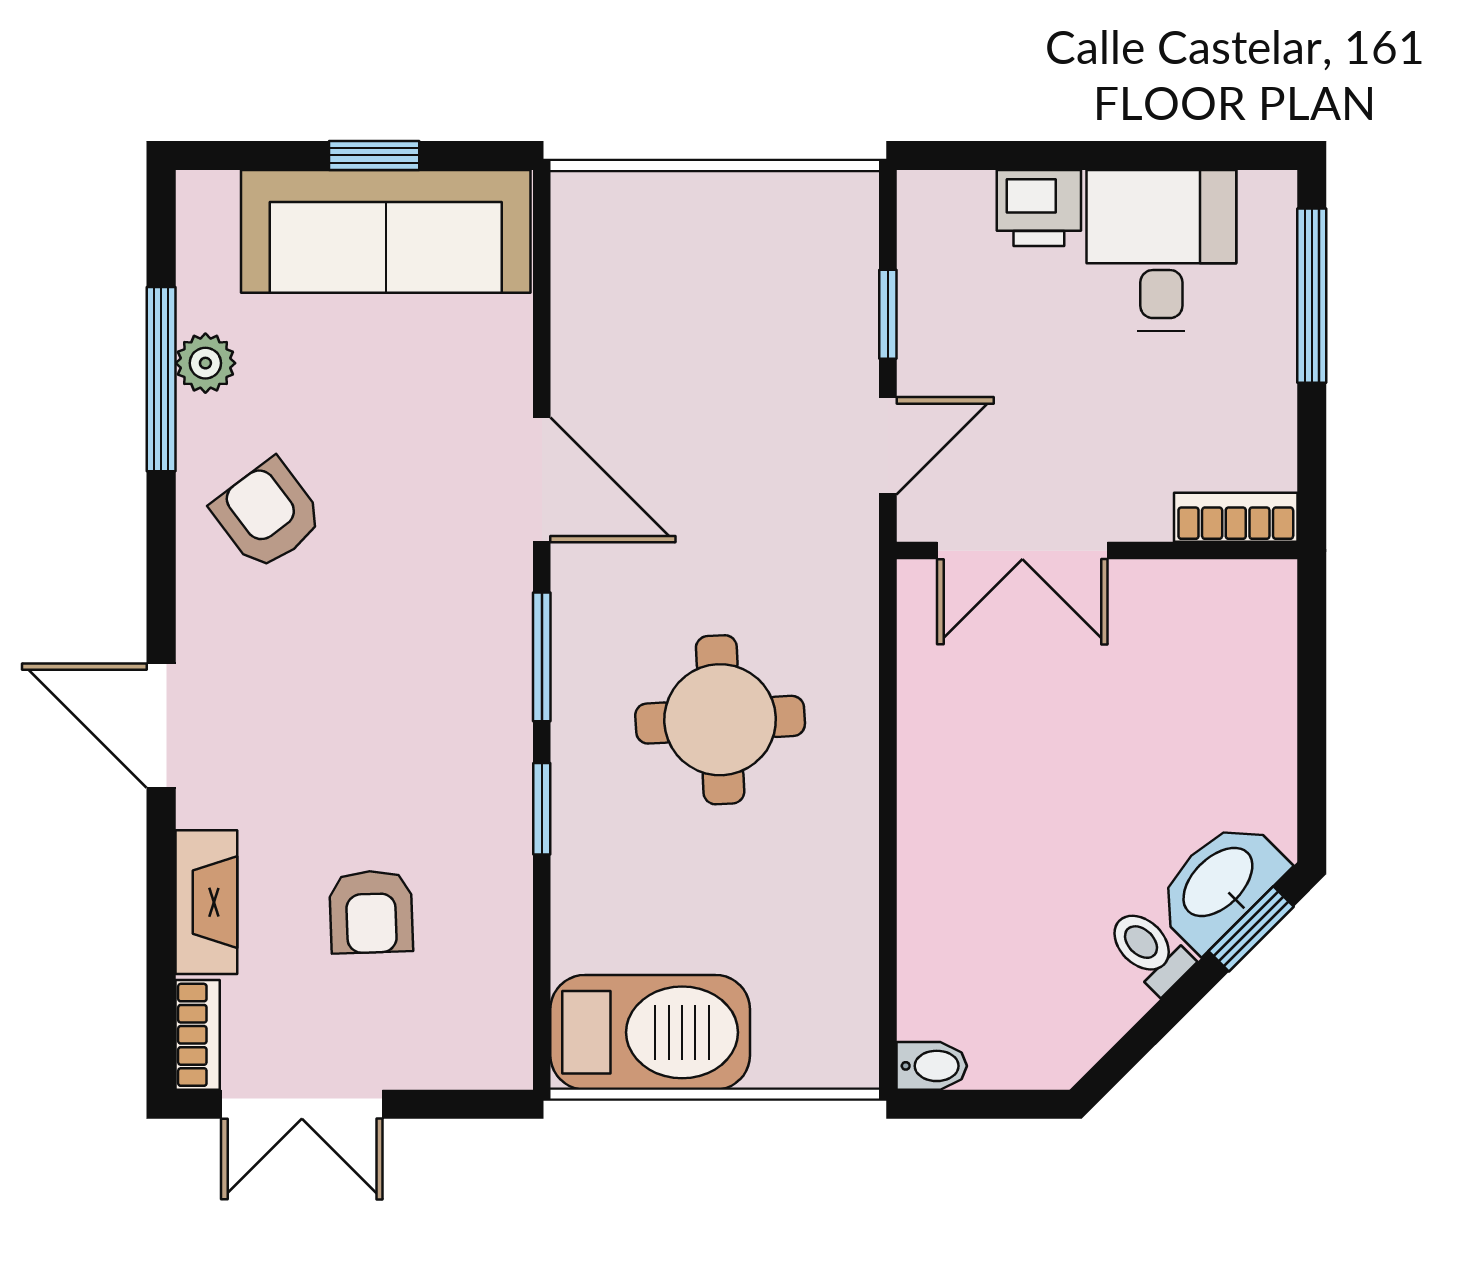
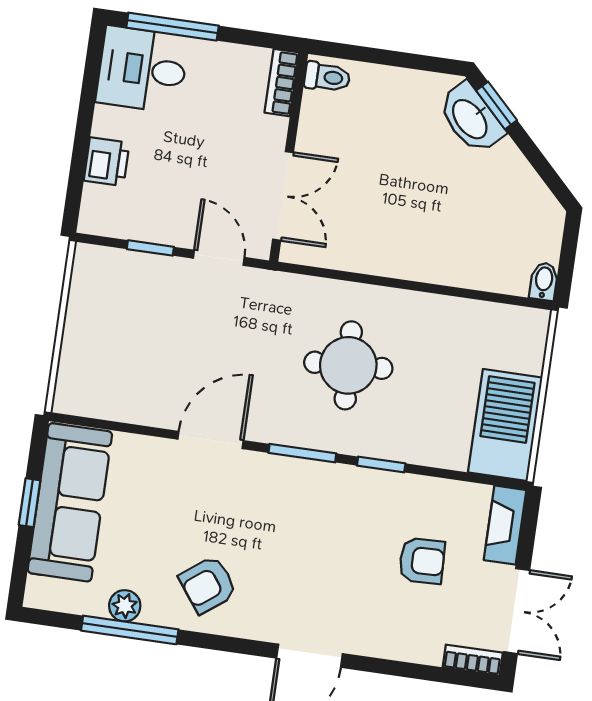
desk: (1161, 251) -> (142, 69), moved
fireplace: (206, 902) -> (505, 525), moved, turned -90
toilet: (1149, 950) -> (327, 77), moved, turned -135

